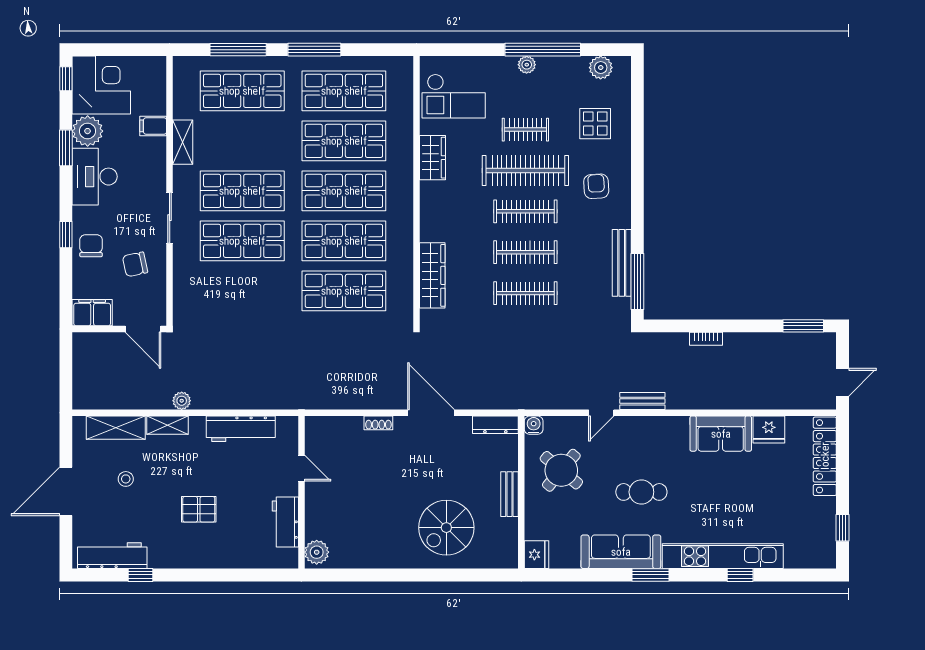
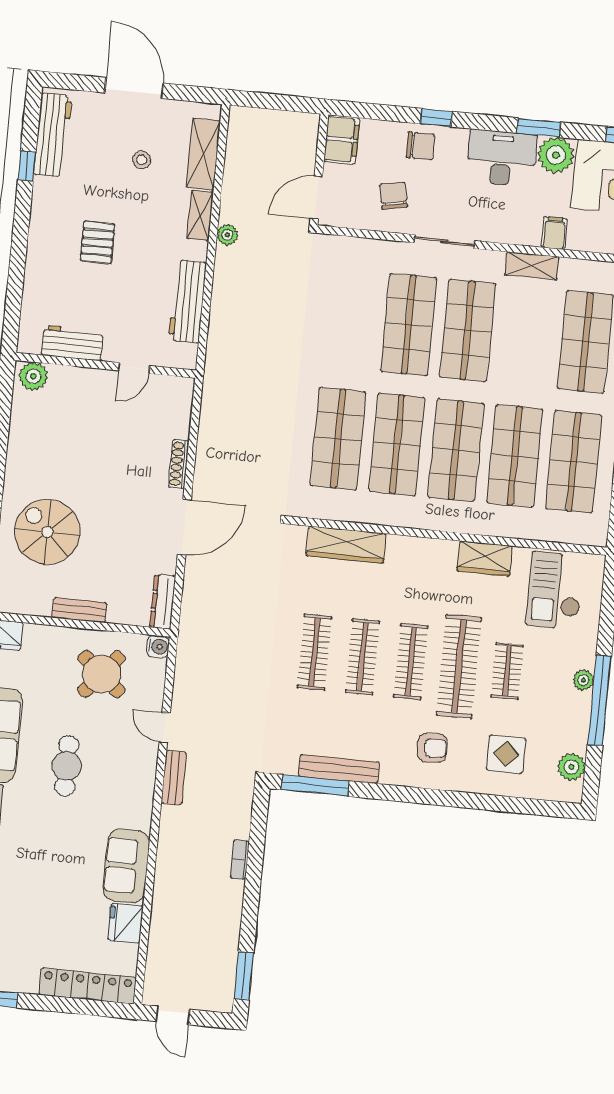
shoe rack: (378, 423) -> (179, 464), width x1.43

